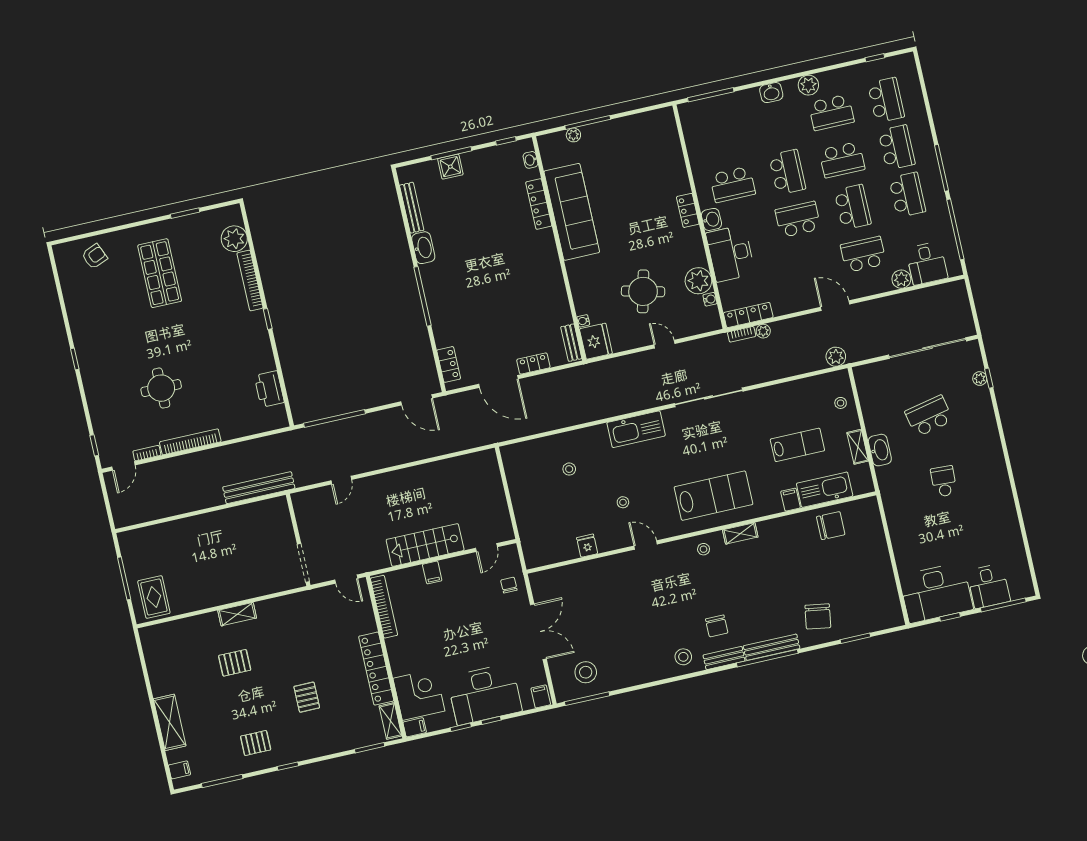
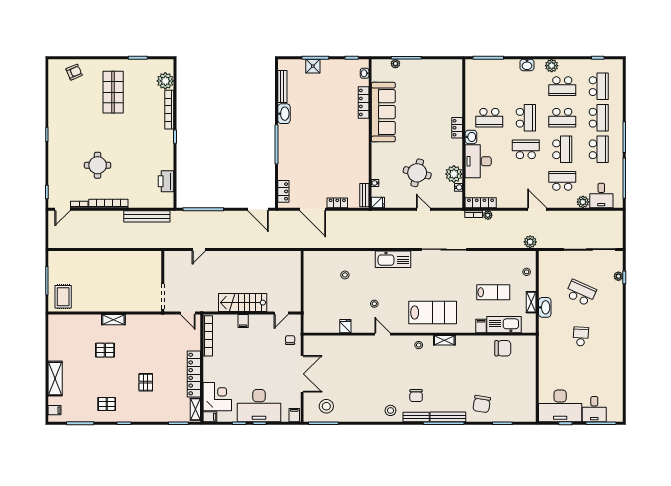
fridge: (596, 341) -> (378, 203), width x0.53, depth x0.75
school desk: (929, 416) -> (581, 293), turned 36
bench: (259, 488) -> (147, 216), moved

